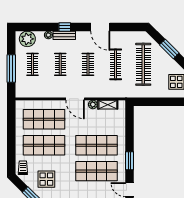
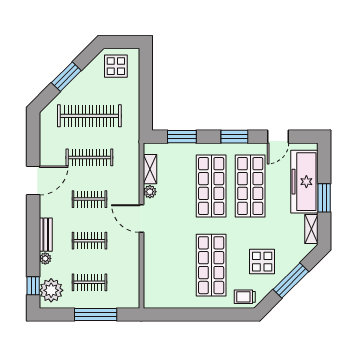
window: (65, 27) -> (33, 286), moved
door: (75, 99) -> (141, 218), swing flipped
shop shelf: (44, 119) -> (172, 265), removed
window: (129, 126) -> (182, 137), added

